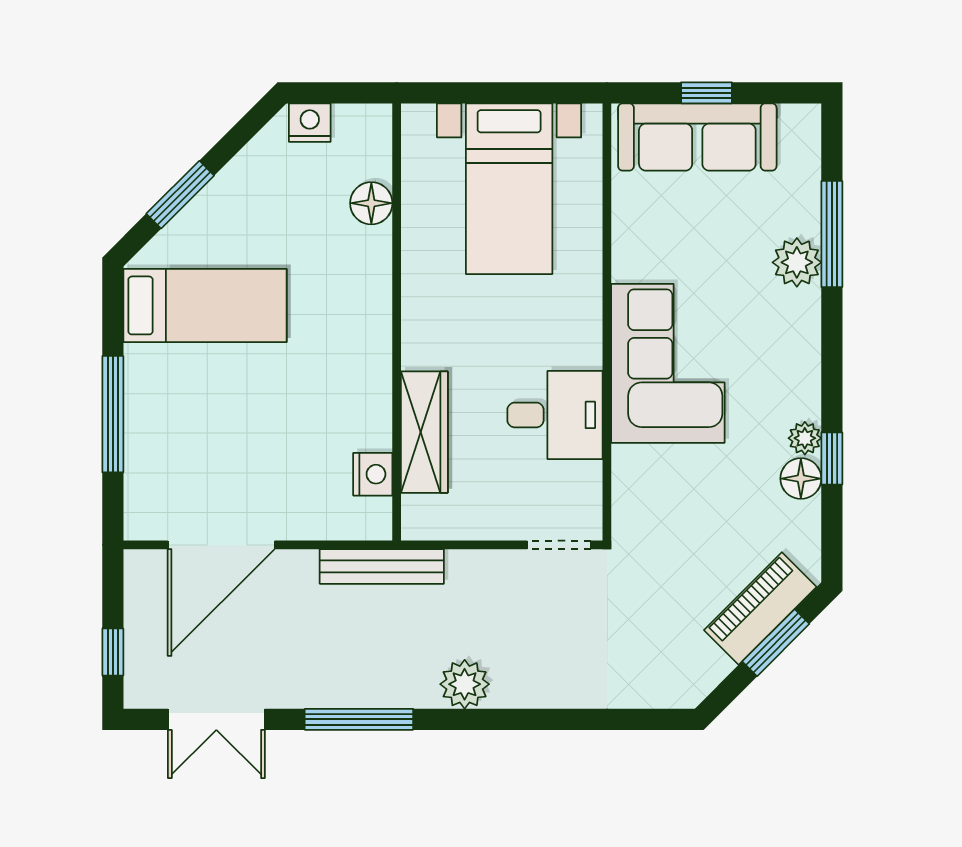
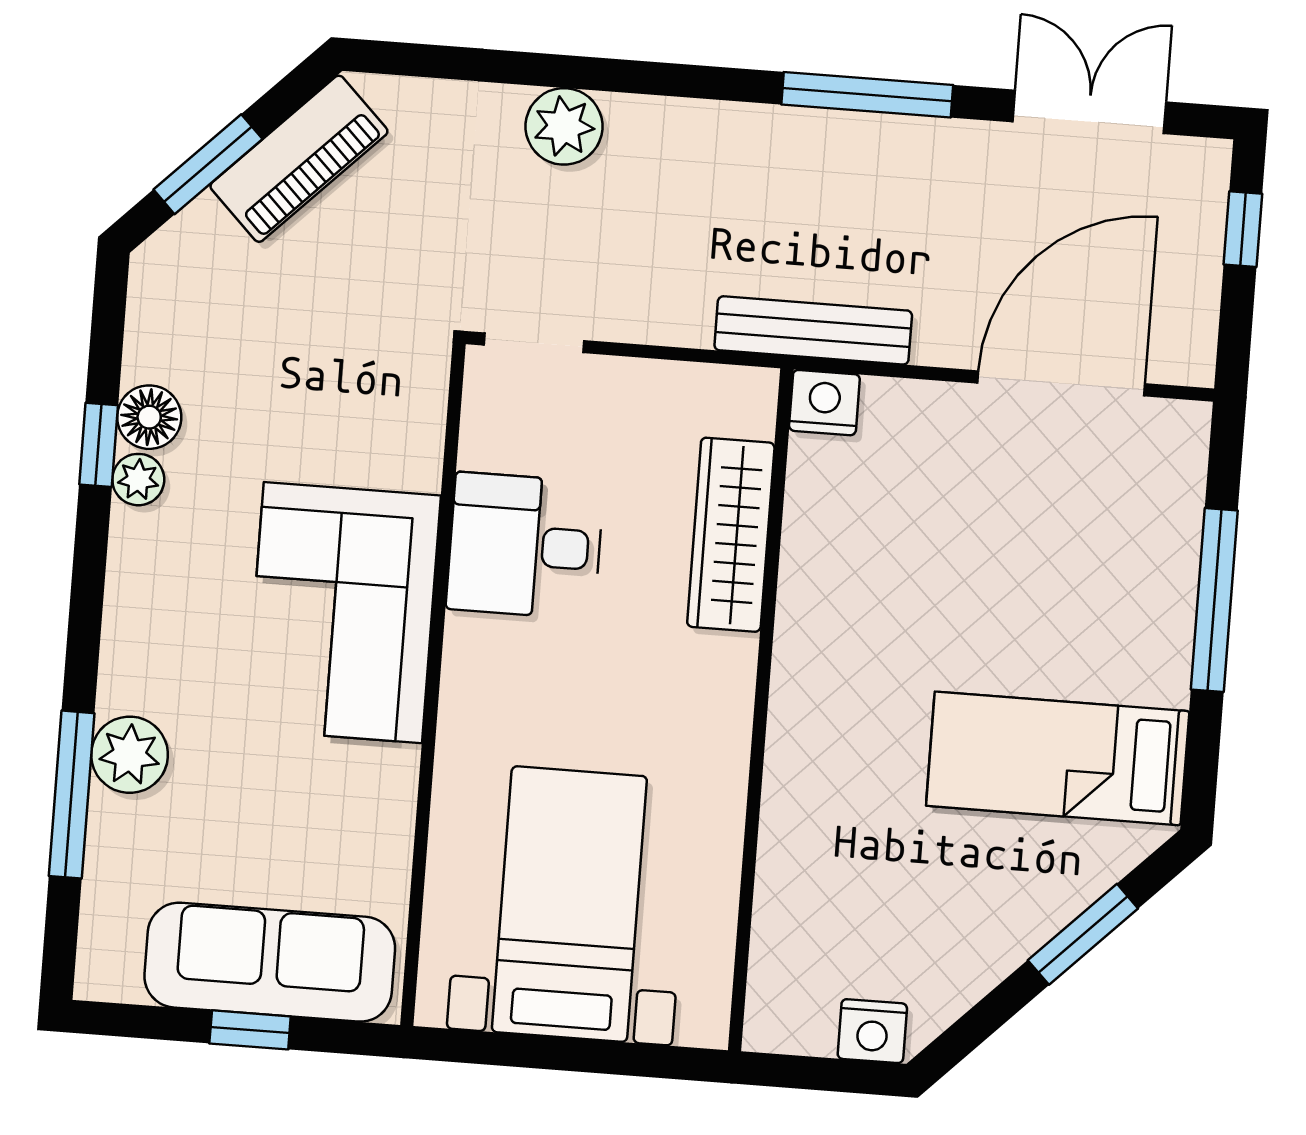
floor lamp: (371, 203) -> (786, 898), removed
nightstand: (373, 474) -> (824, 403), moved, turned 90
piano: (760, 609) -> (299, 159), moved
plant: (465, 684) -> (564, 126), moved

